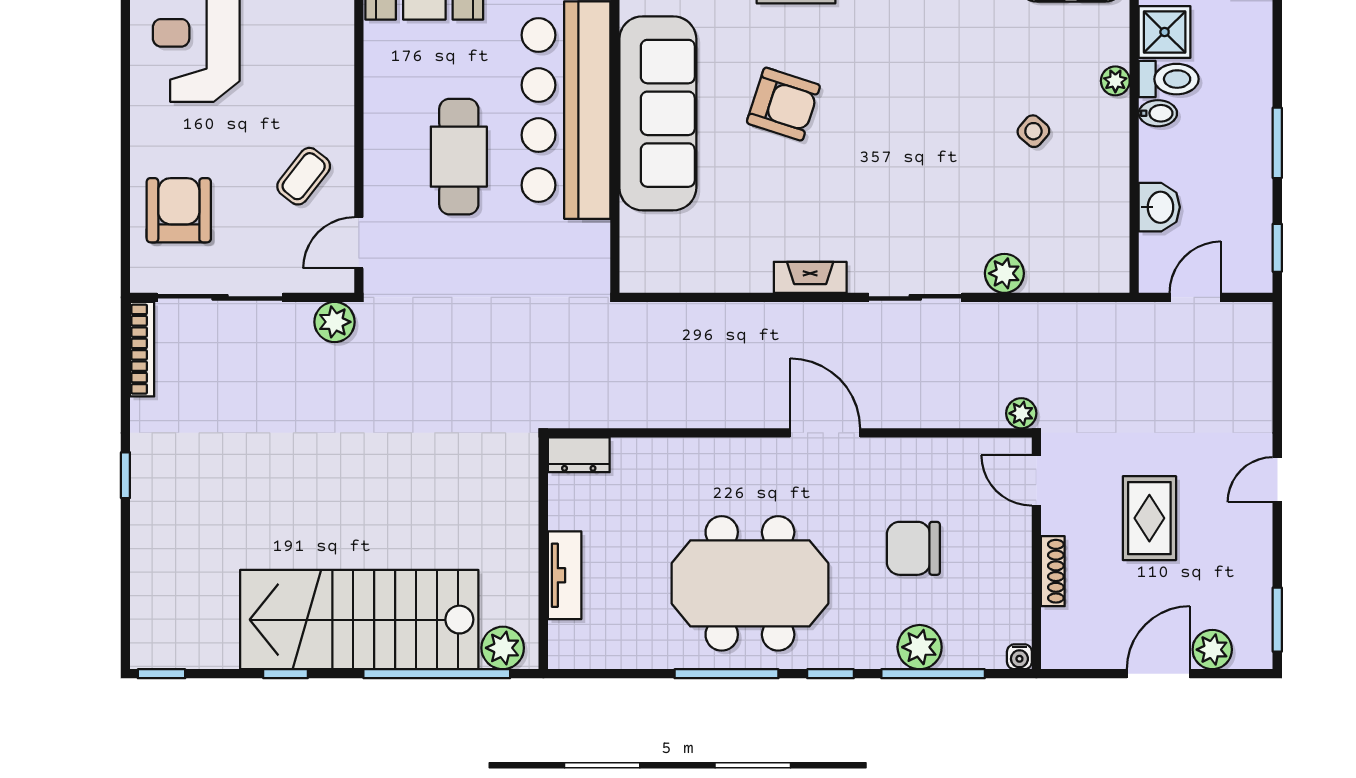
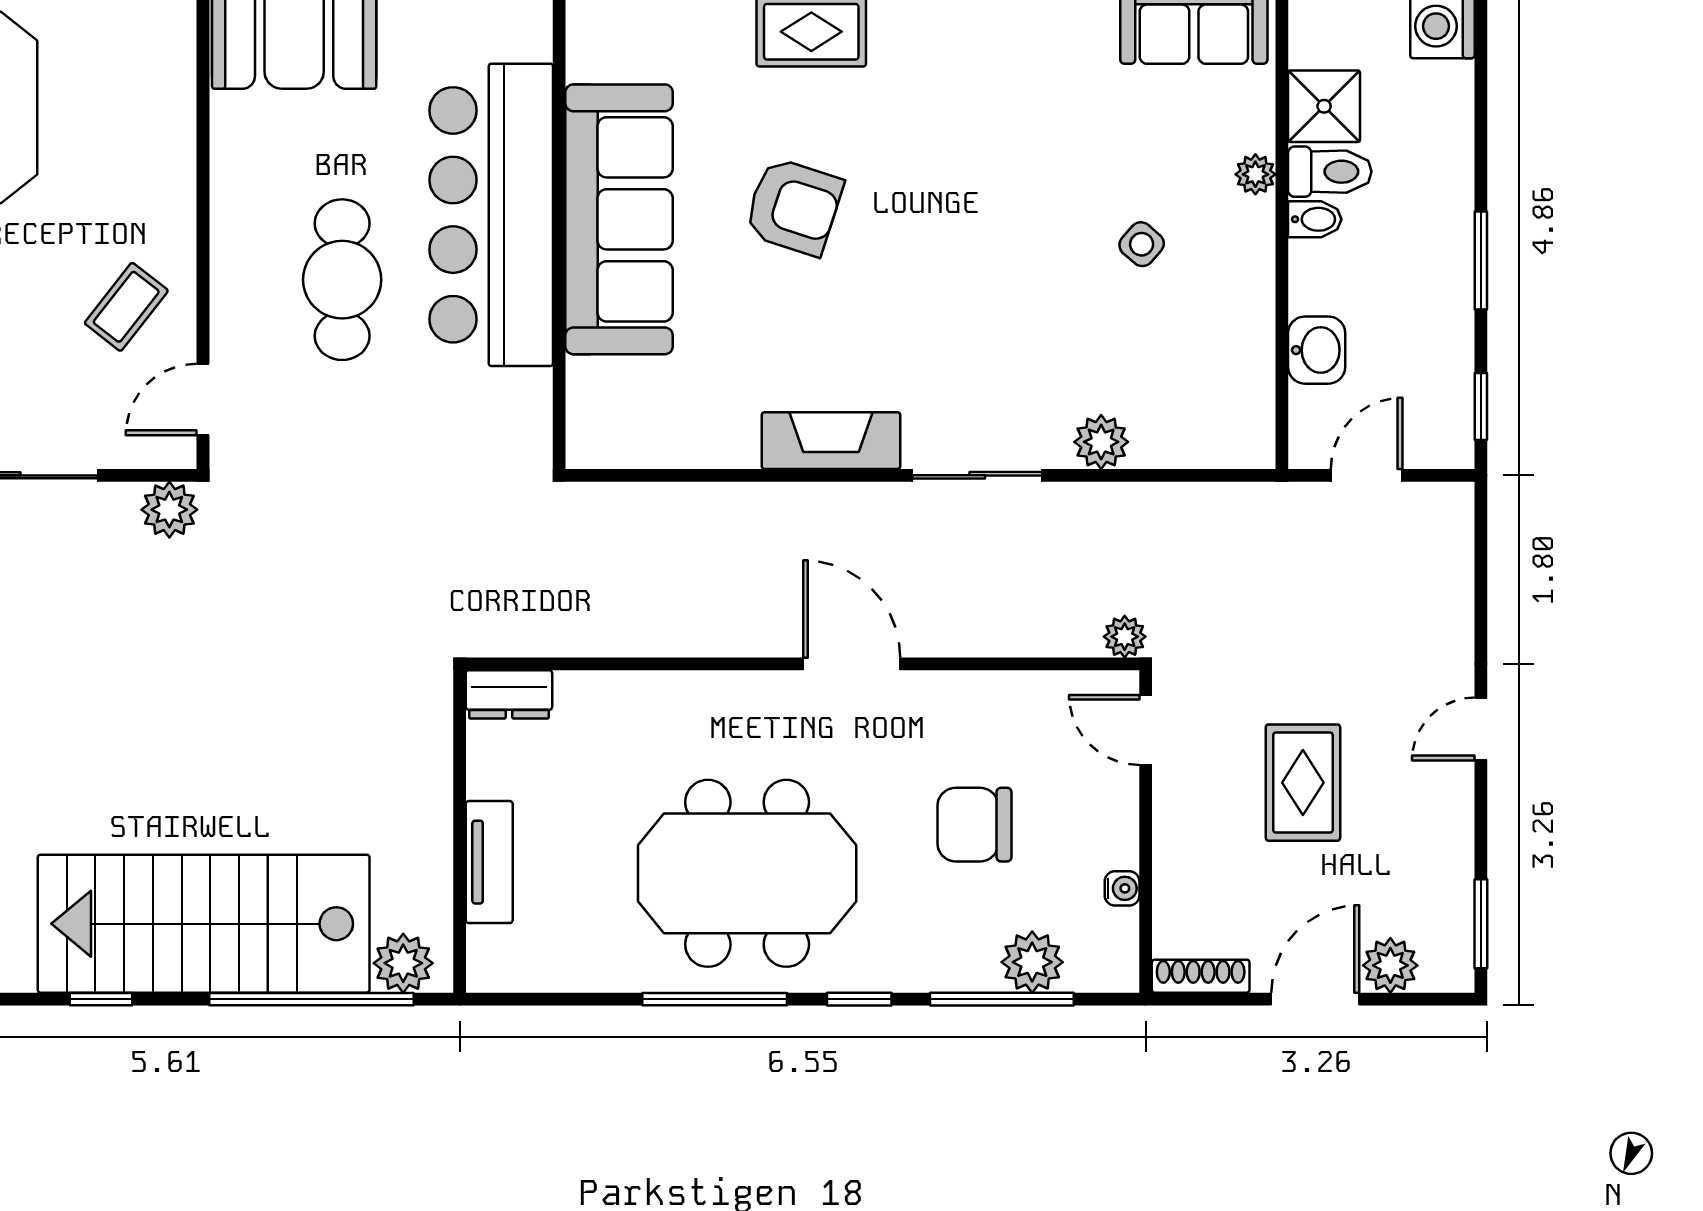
fireplace: (810, 277) -> (831, 441), width x1.37, depth x1.32
shoe rack: (1053, 571) -> (1201, 976), moved, turned -90
plant: (920, 647) -> (1032, 962), moved
water cooler: (1019, 657) -> (1122, 888), moved, turned -90

